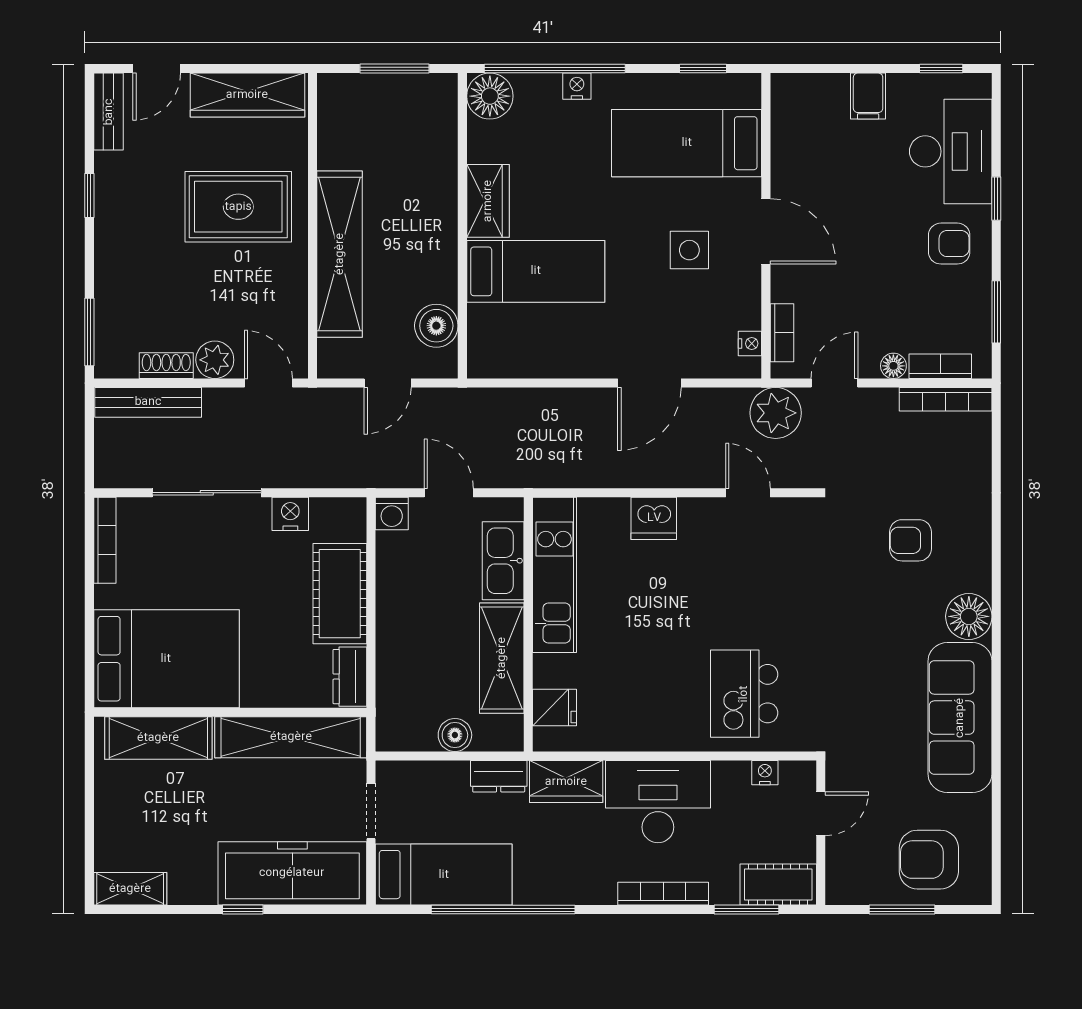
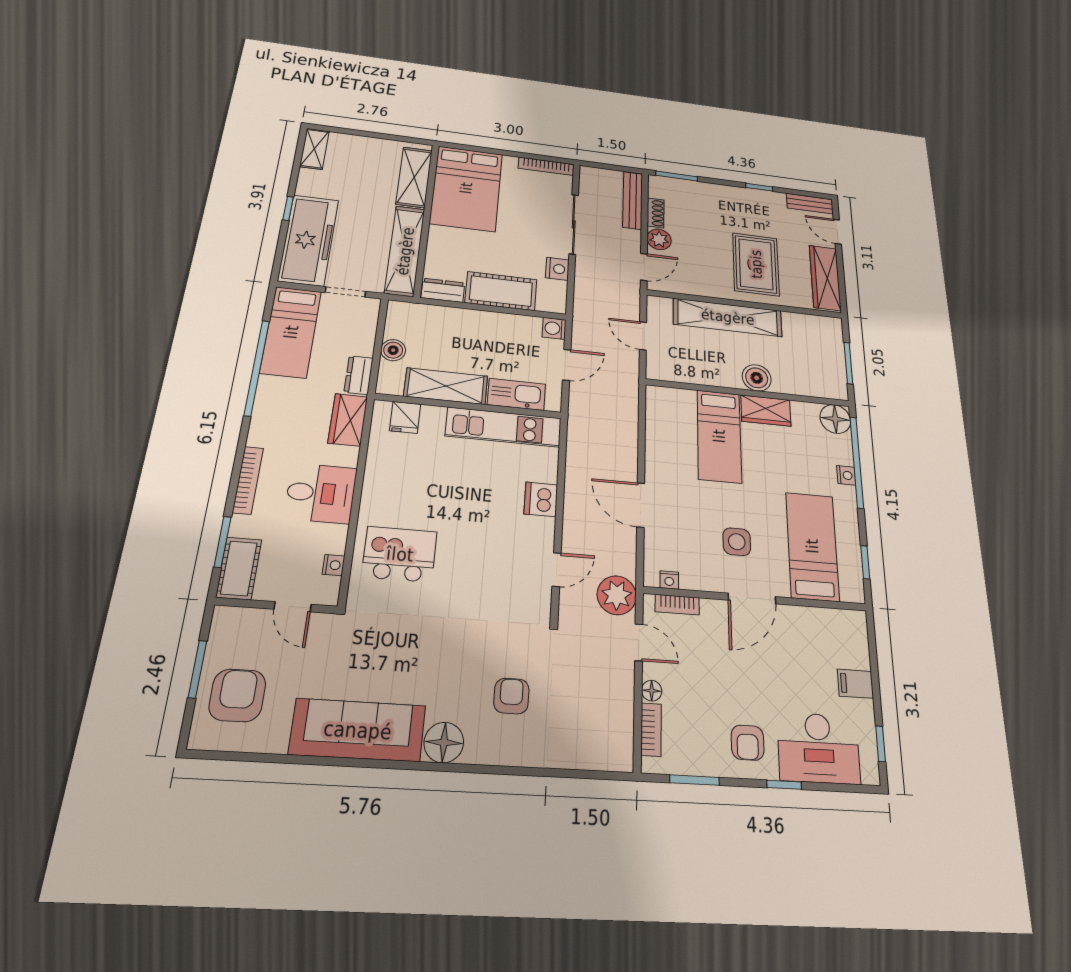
boiler: (436, 326) -> (757, 378), moved
bookcase: (946, 399) -> (625, 733), removed
desk: (658, 802) -> (321, 493), width x0.73

